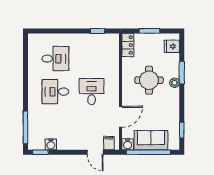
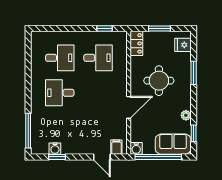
plant: (175, 83) -> (186, 115), moved
desk: (92, 92) -> (98, 58), moved, turned 90
door: (120, 117) -> (129, 107), moved
sofa: (151, 140) -> (173, 144), moved
window: (41, 152) -> (57, 157), moved

